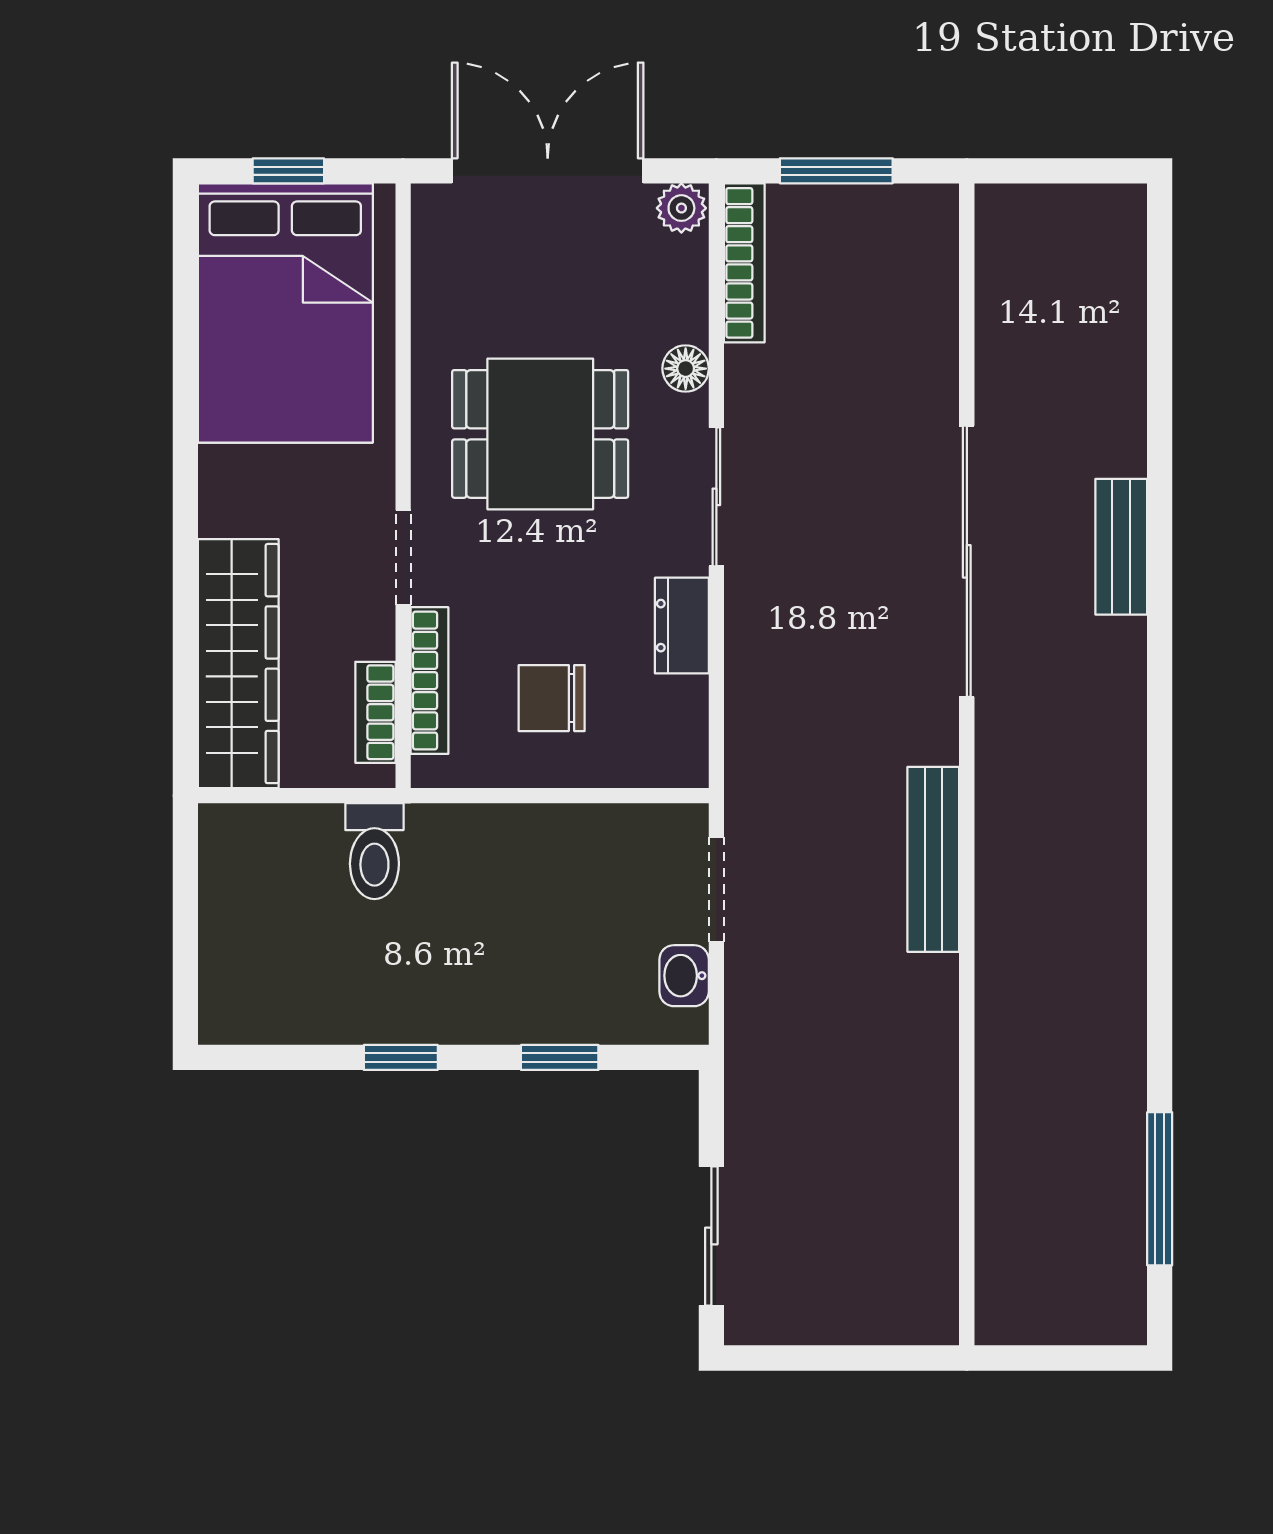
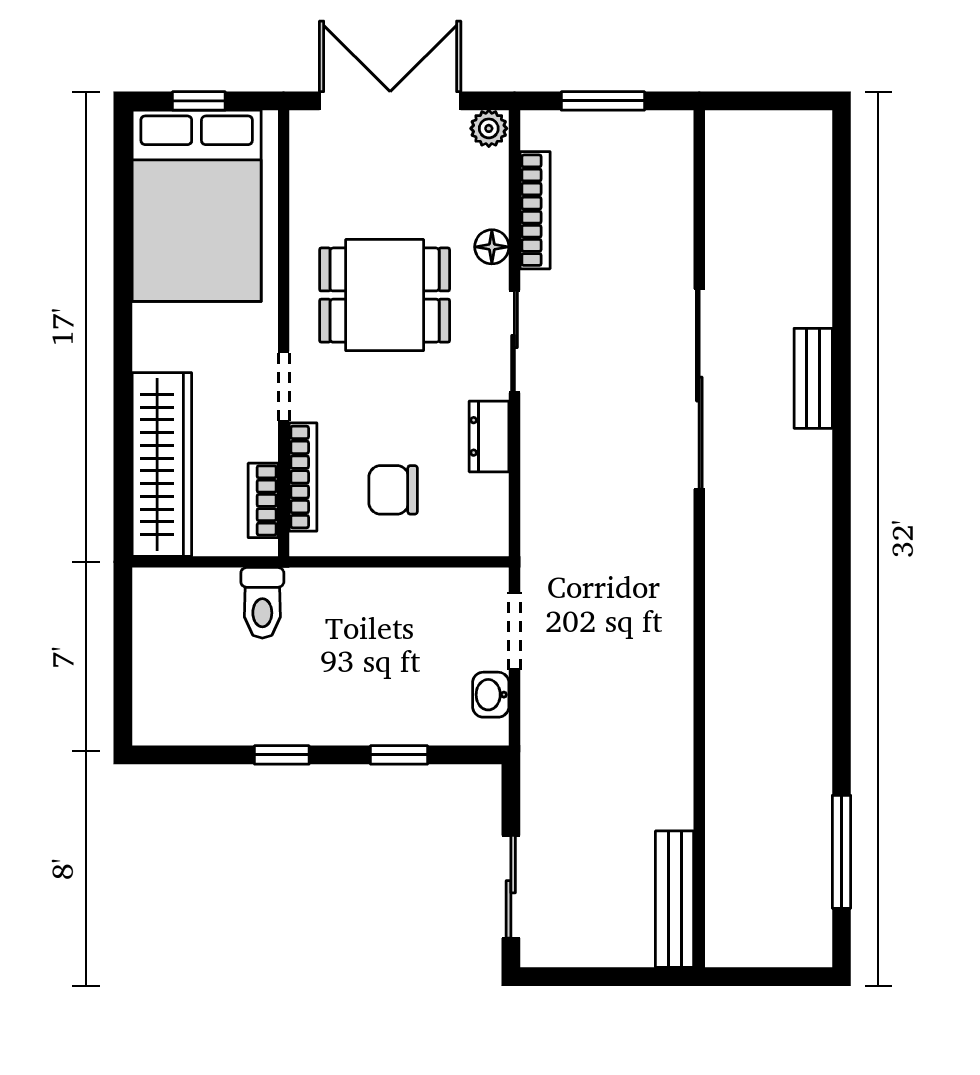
bookcase: (744, 263) -> (535, 210), moved
bench: (933, 859) -> (675, 899), moved

